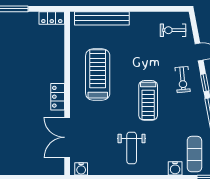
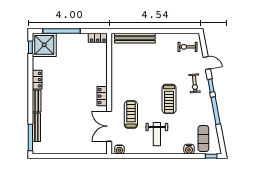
treadmill: (98, 74) -> (131, 115), moved, width x0.73, depth x0.73

